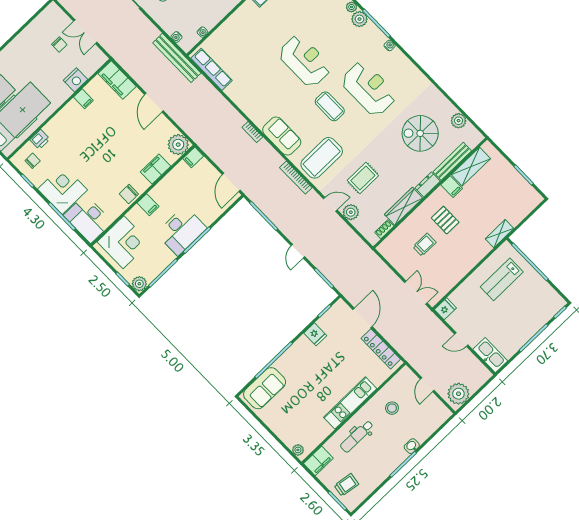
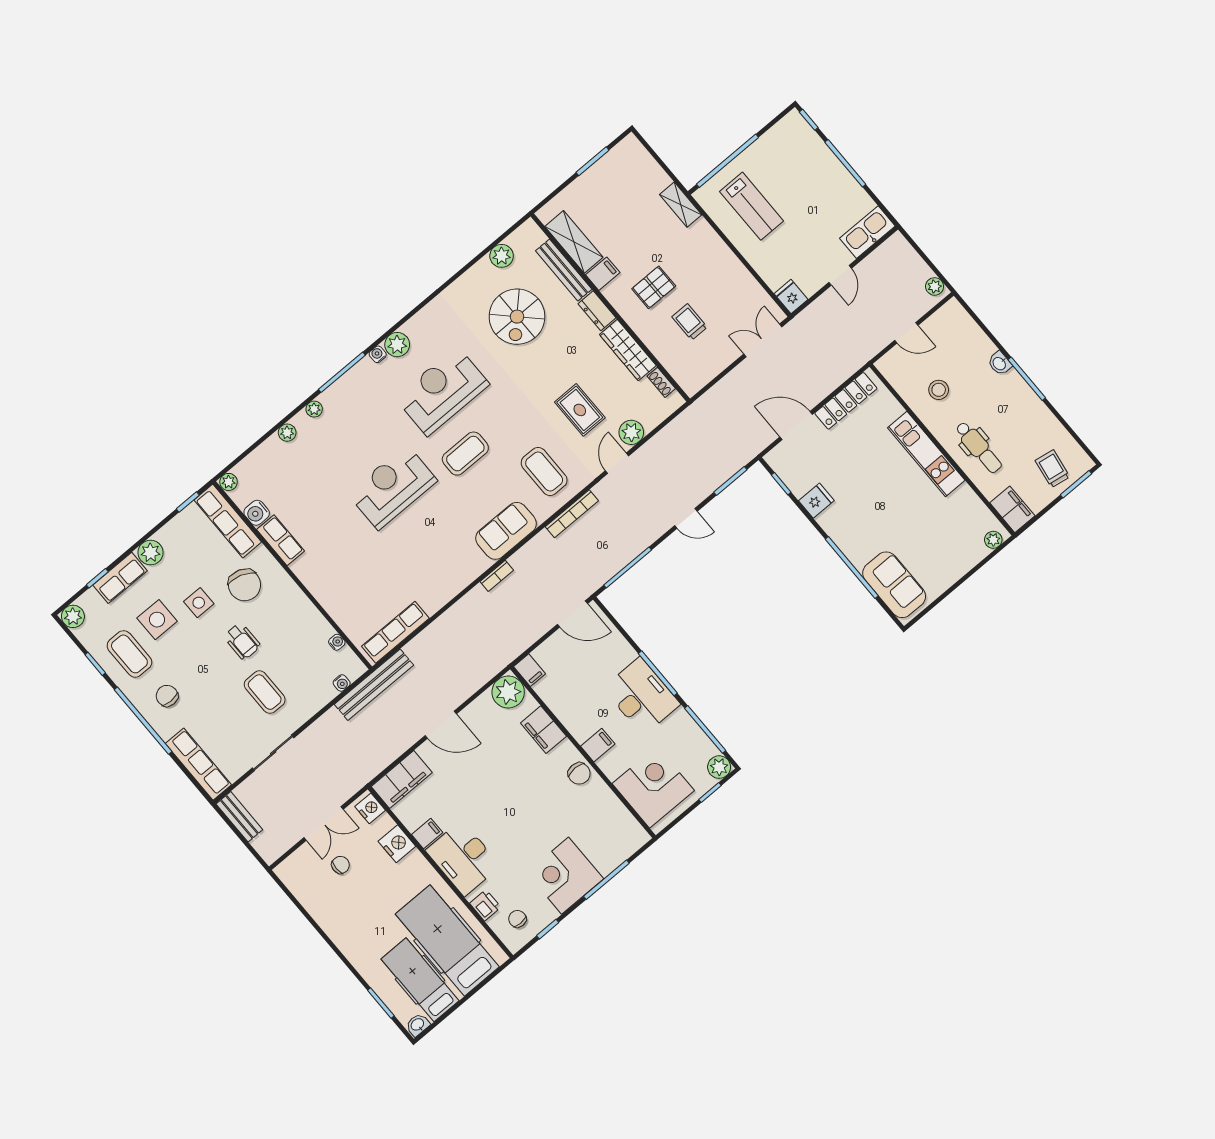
plant: (359, 19) -> (397, 345), moved
nightstand: (97, 61) -> (370, 808), added
coffee table: (322, 158) -> (544, 471), width x0.73, depth x0.76
desk: (88, 219) -> (463, 858), moved, turned 90
plant: (458, 394) -> (935, 286), width x0.53, depth x0.53

